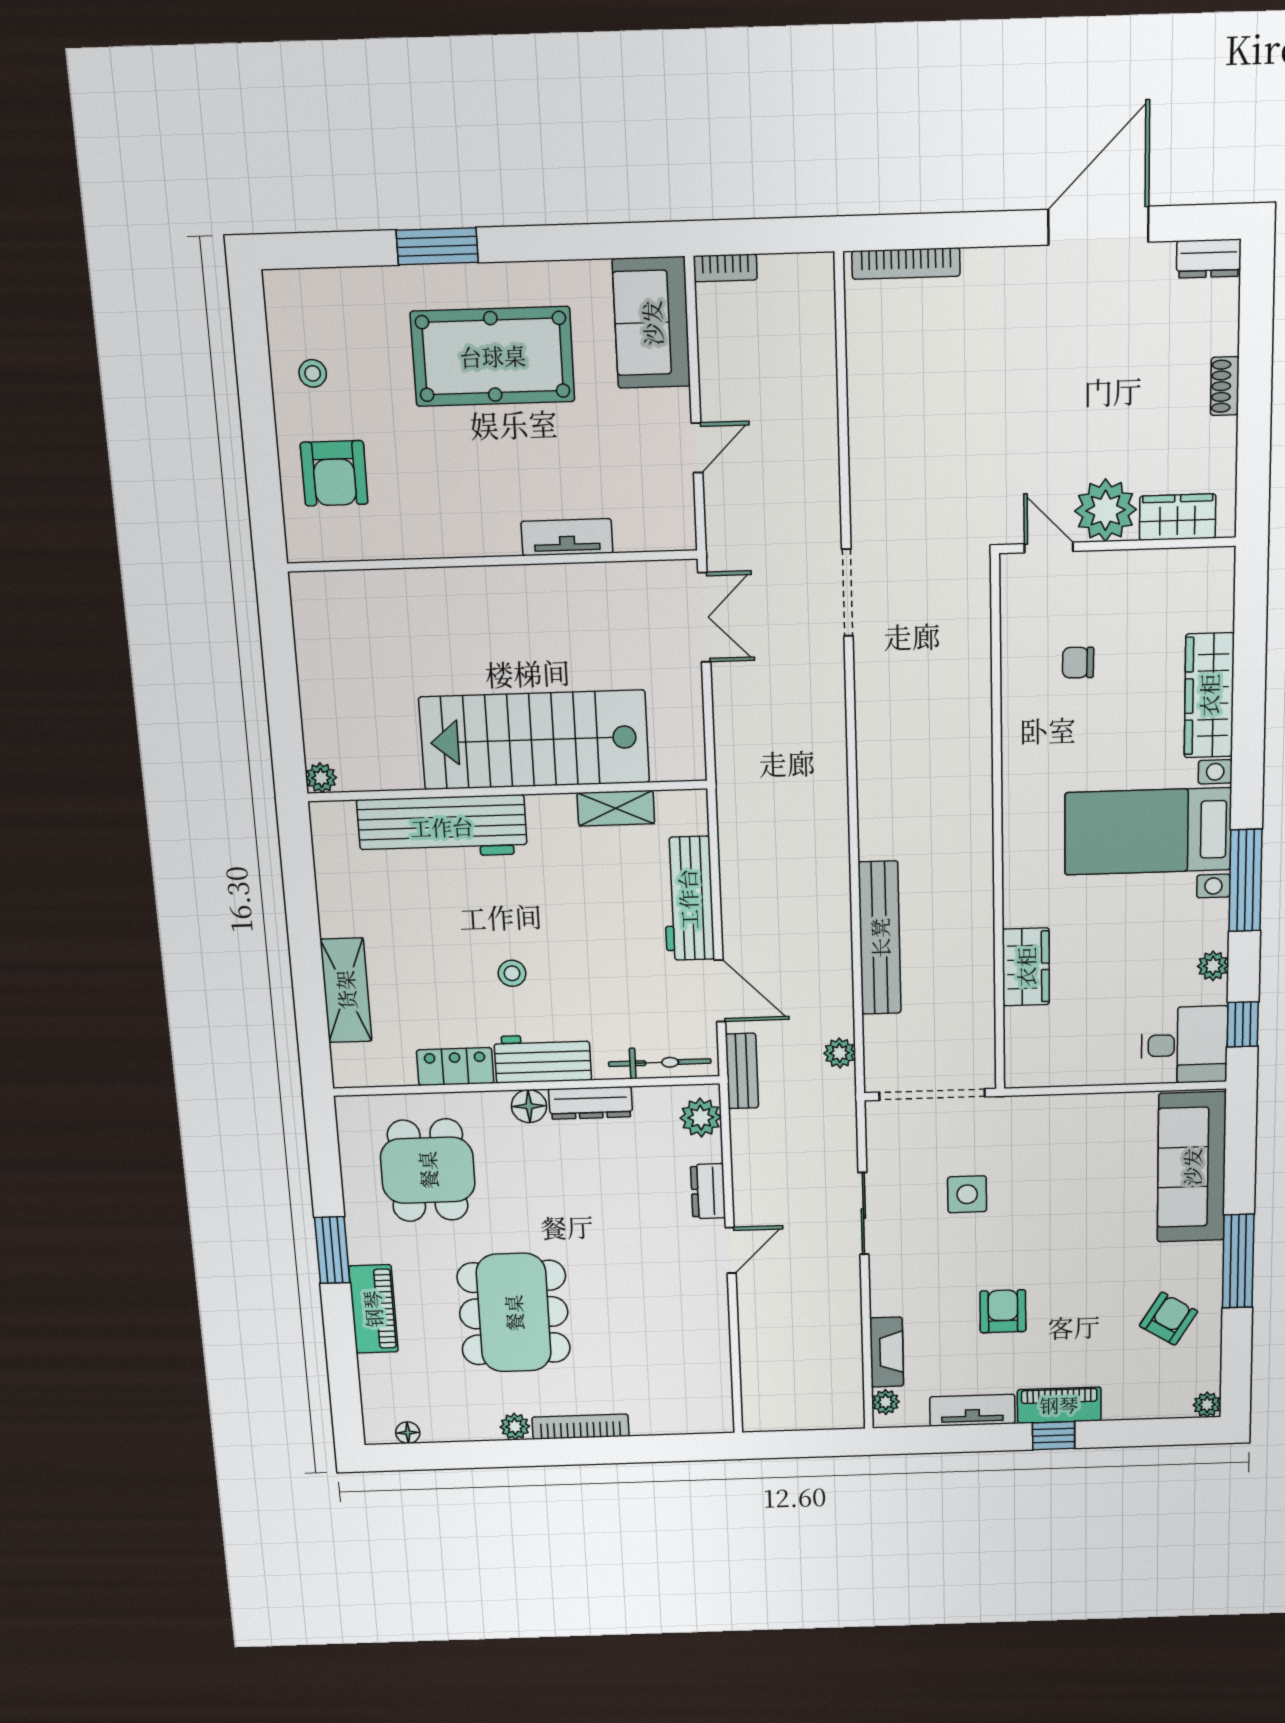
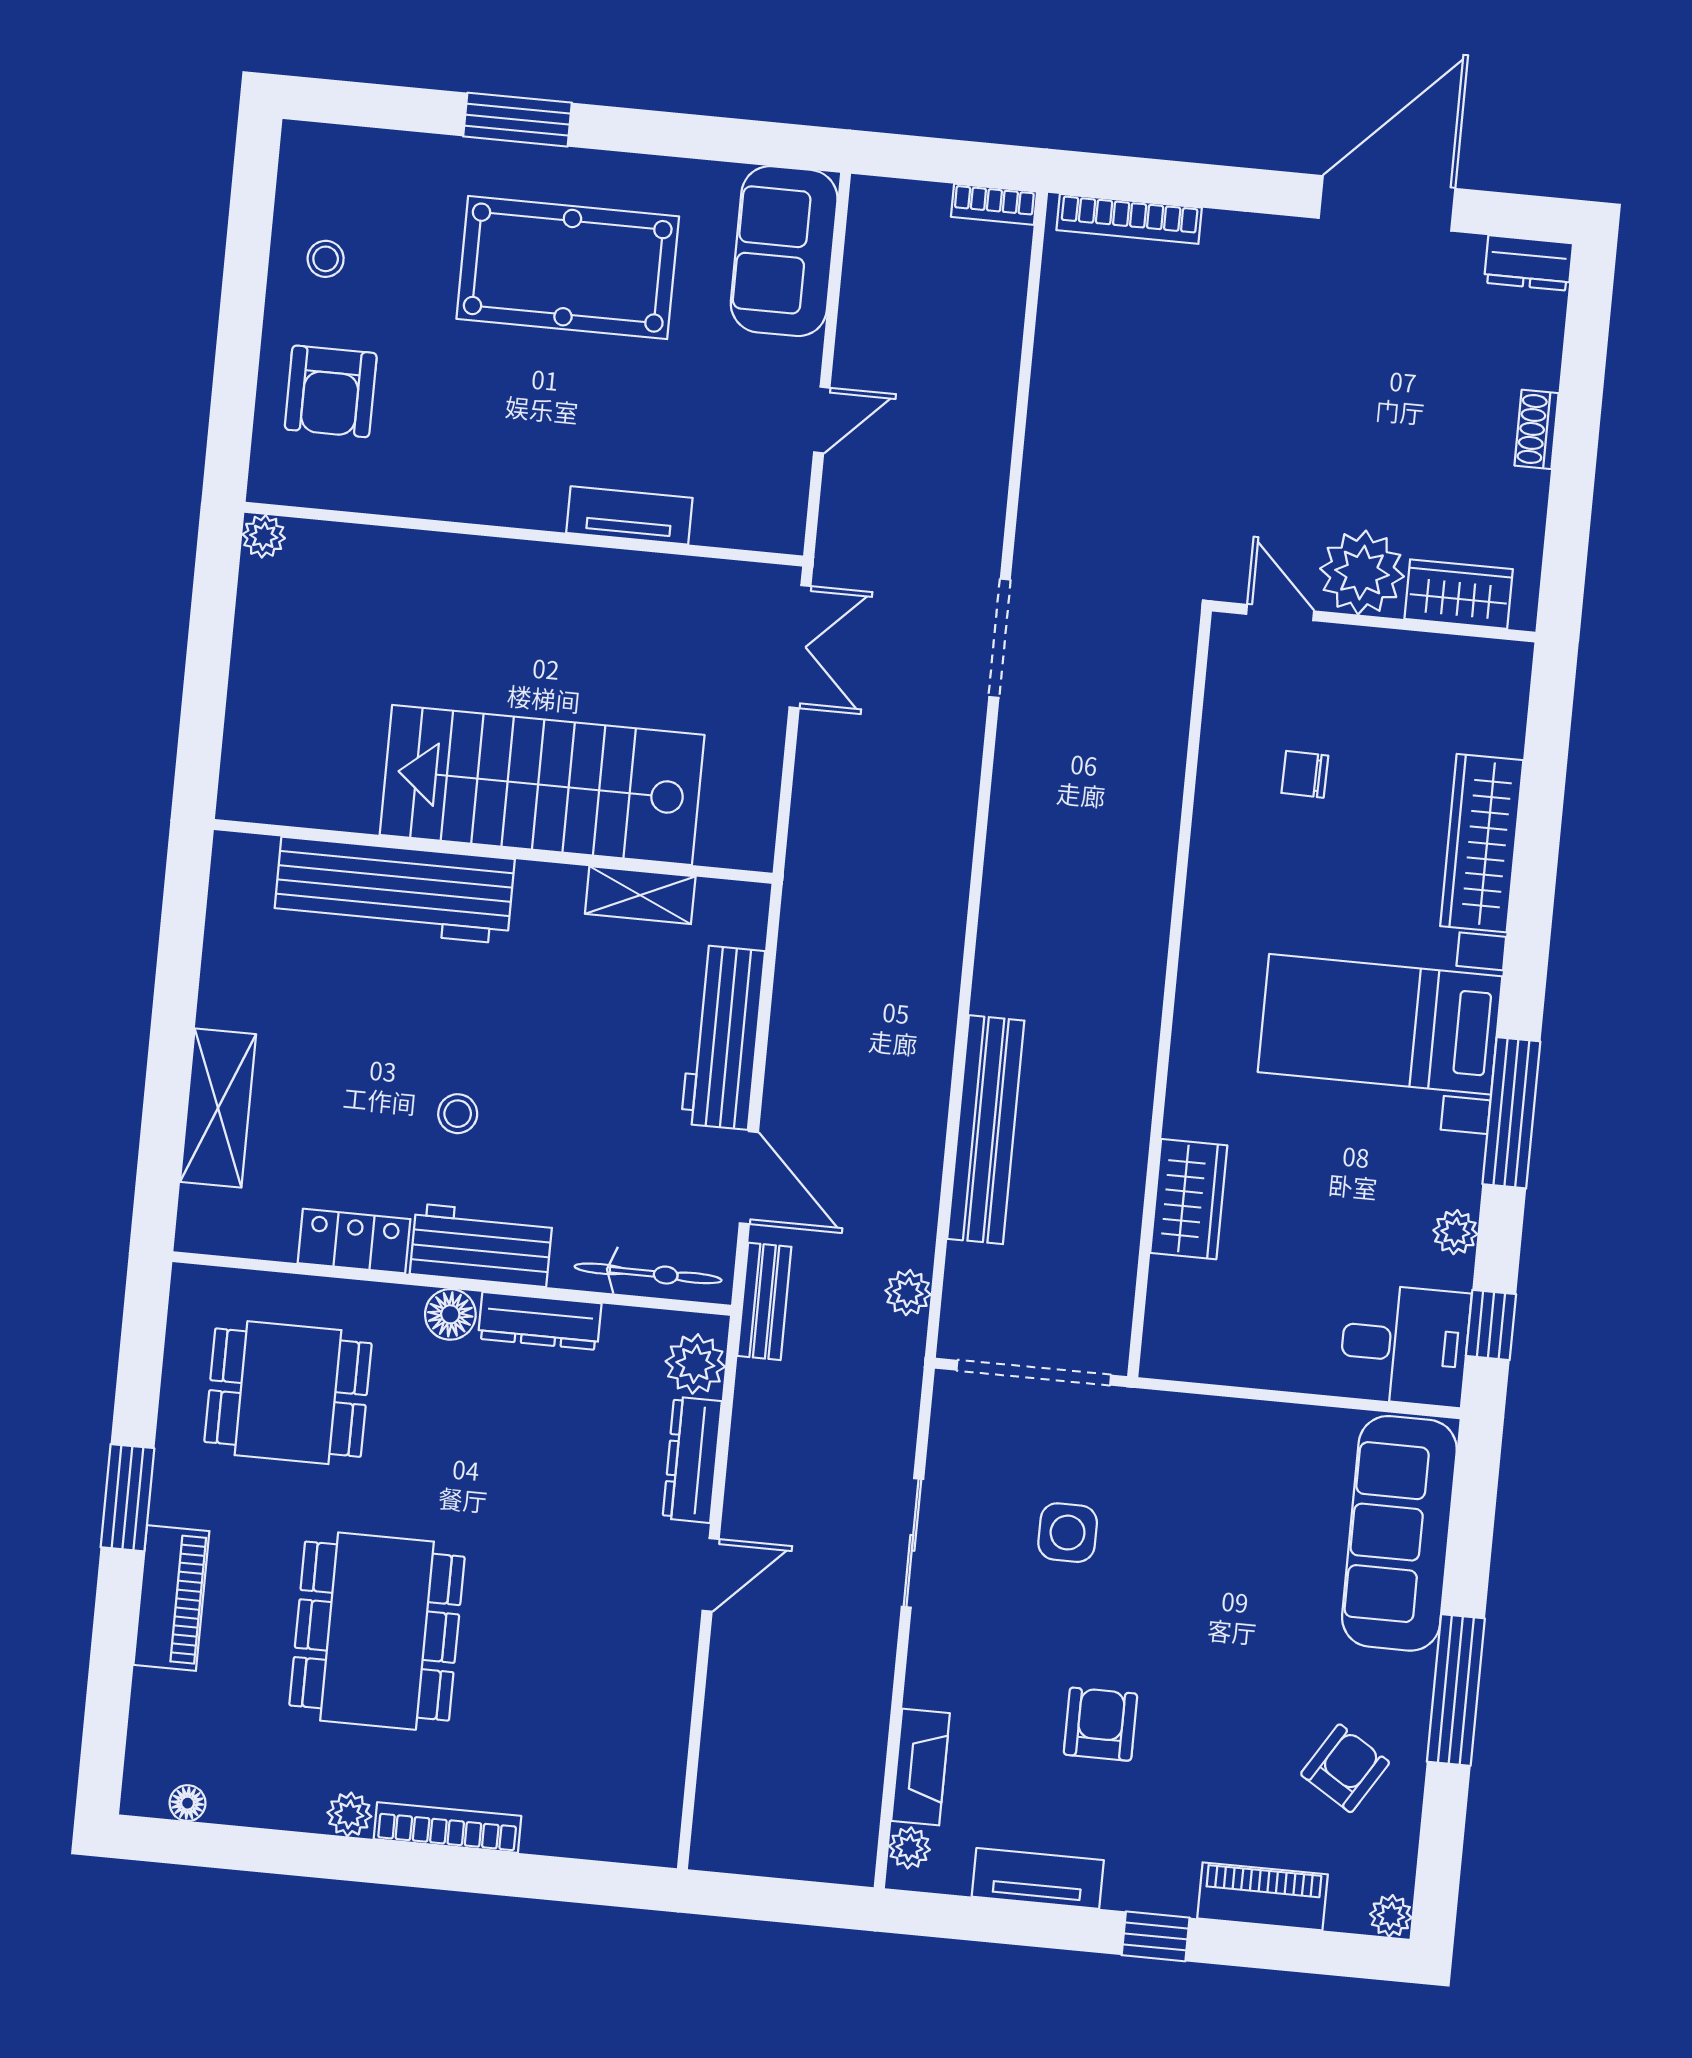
bookcase: (725, 268) -> (994, 204), moved
plant: (321, 778) -> (264, 536), moved
dining table: (428, 1170) -> (288, 1393), turned 90
dresser: (708, 1191) -> (692, 1460), width x1.44
piano: (1059, 1405) -> (1262, 1896), moved

